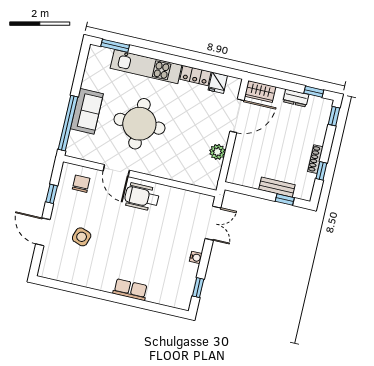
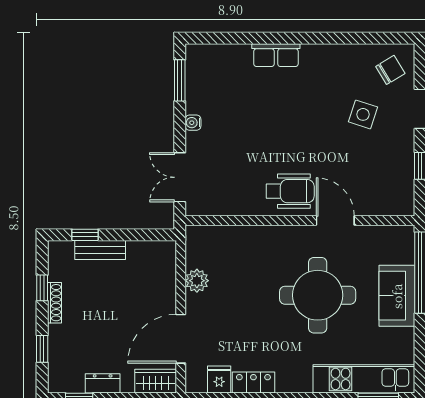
kitchen unit: (146, 67) -> (364, 379), moved
window: (334, 116) -> (42, 349), moved
chair: (81, 184) -> (390, 70), moved, turned -121
window: (198, 288) -> (180, 80), width x1.50

